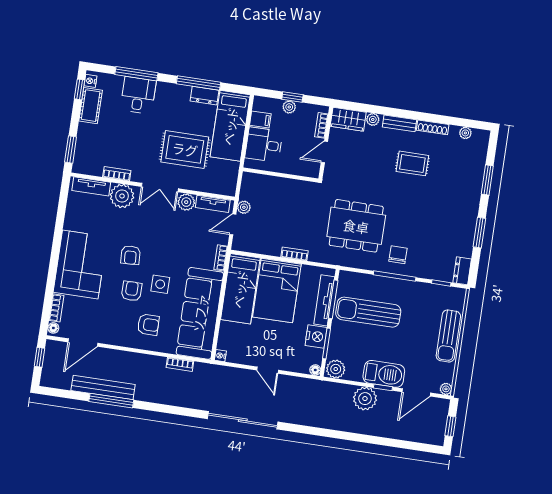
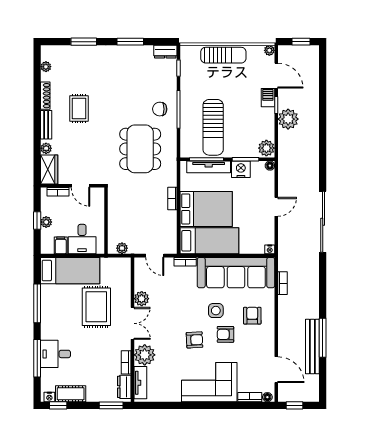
dresser: (205, 96) -> (124, 387), moved, turned 180
tv unit: (213, 204) -> (140, 276), removed
plant: (244, 207) -> (122, 248), moved
barbecue: (384, 374) -> (268, 98), width x0.53, depth x0.65

